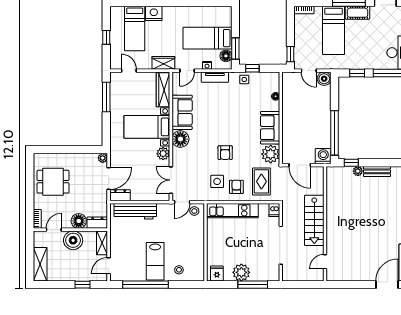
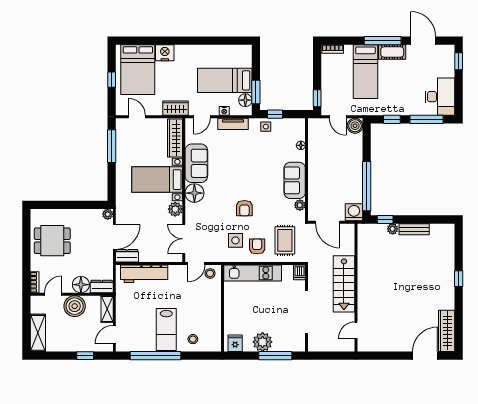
bed: (135, 28) -> (138, 70), width x1.50
plant: (271, 154) -> (300, 205), width x0.53, depth x0.53

